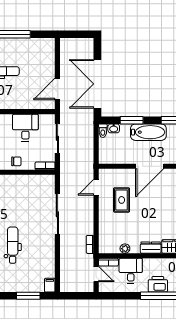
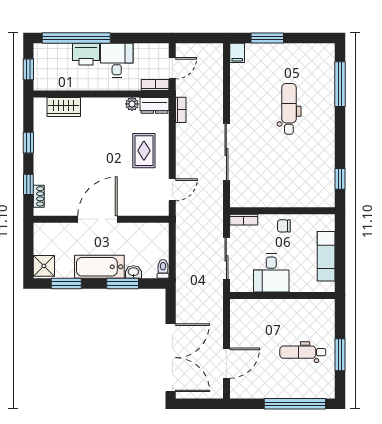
double door: (97, 84) -> (171, 358), moved
door: (57, 89) -> (226, 363), moved
washbasin: (114, 128) -> (133, 272), moved
rug: (122, 200) -> (144, 151), moved
dental chair: (13, 245) -> (289, 109), turned 180
dresser: (151, 248) -> (154, 105), moved
desk: (131, 271) -> (117, 60), moved, turned 180
door: (96, 274) -> (172, 68), swing flipped

